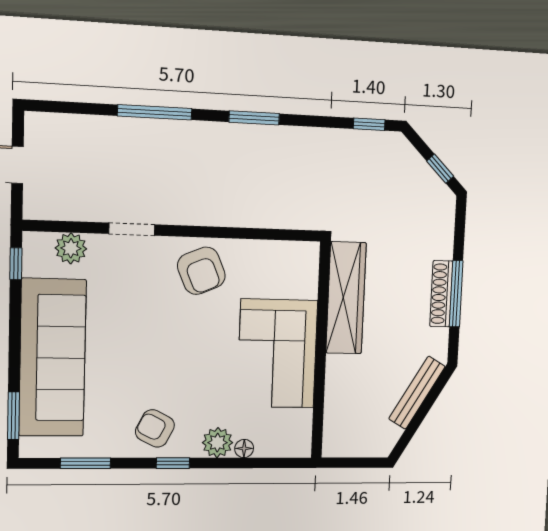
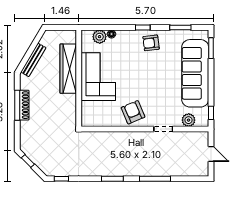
wardrobe: (346, 298) -> (68, 69), moved
armchair: (155, 428) -> (151, 43), turned 146
plant: (217, 443) -> (100, 37), moved

